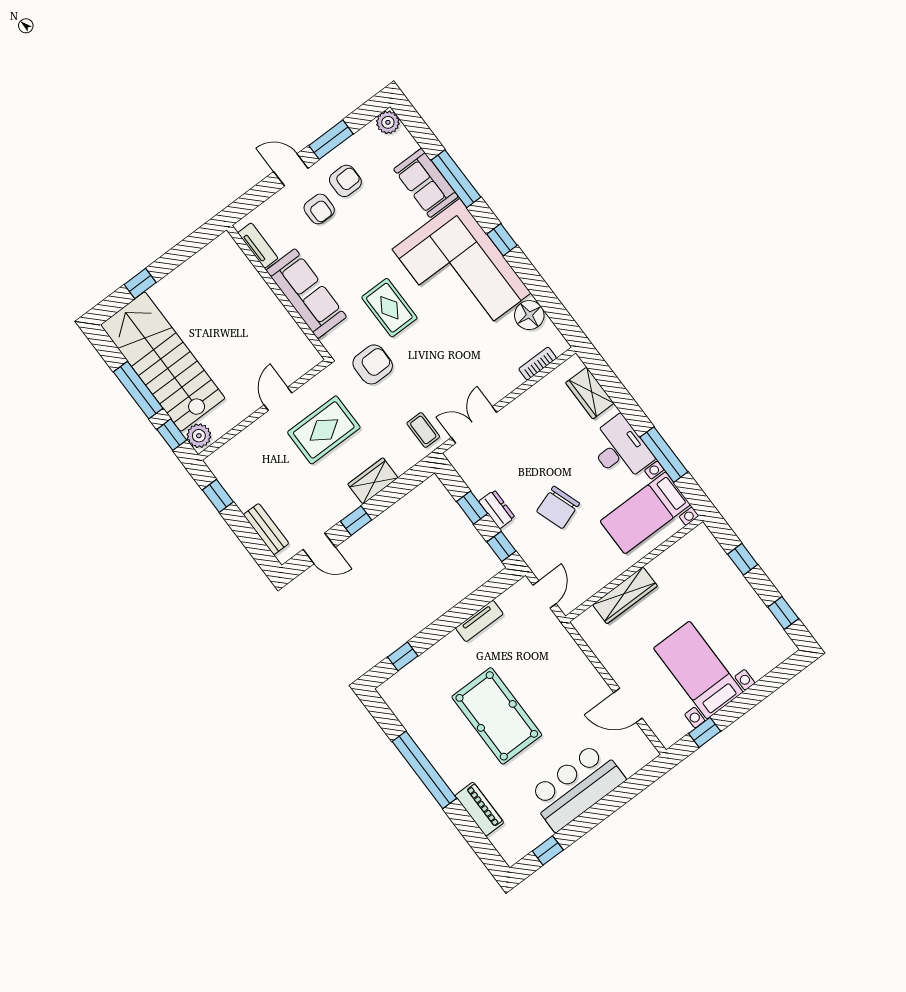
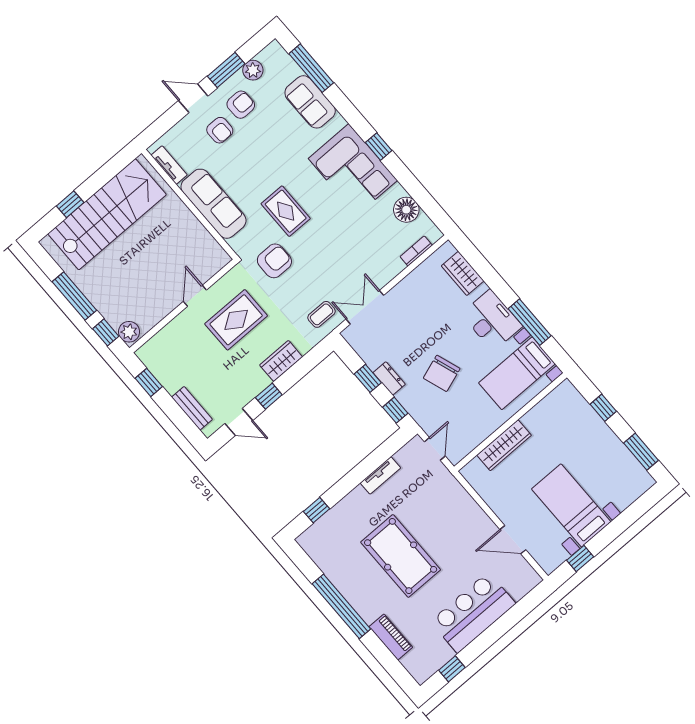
plant: (388, 122) -> (253, 70), moved
window: (456, 179) -> (311, 68), moved
corner sofa: (462, 271) -> (353, 169), width x0.73, depth x0.74
stairs: (163, 362) -> (107, 214), moved, turned 90
coffee table: (423, 430) -> (322, 314), turned 90
window: (783, 613) -> (641, 452), width x1.50

